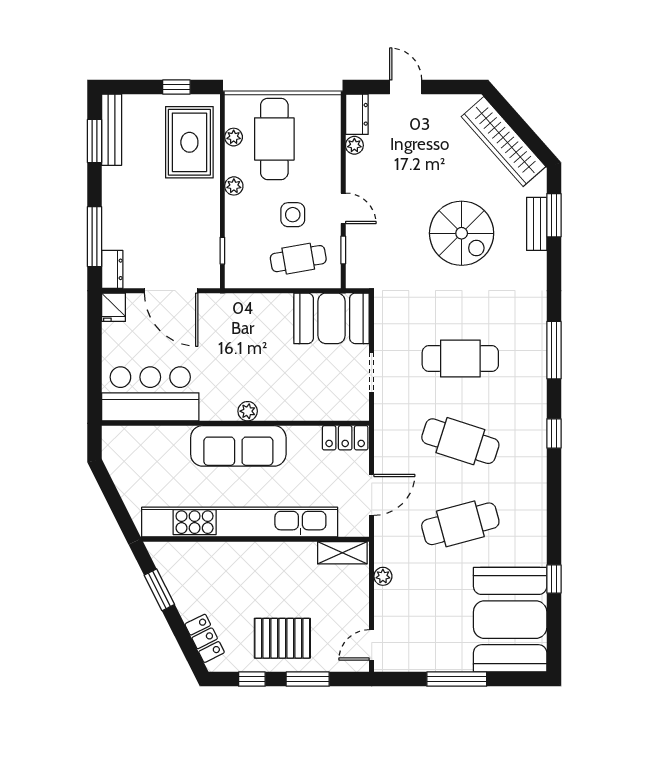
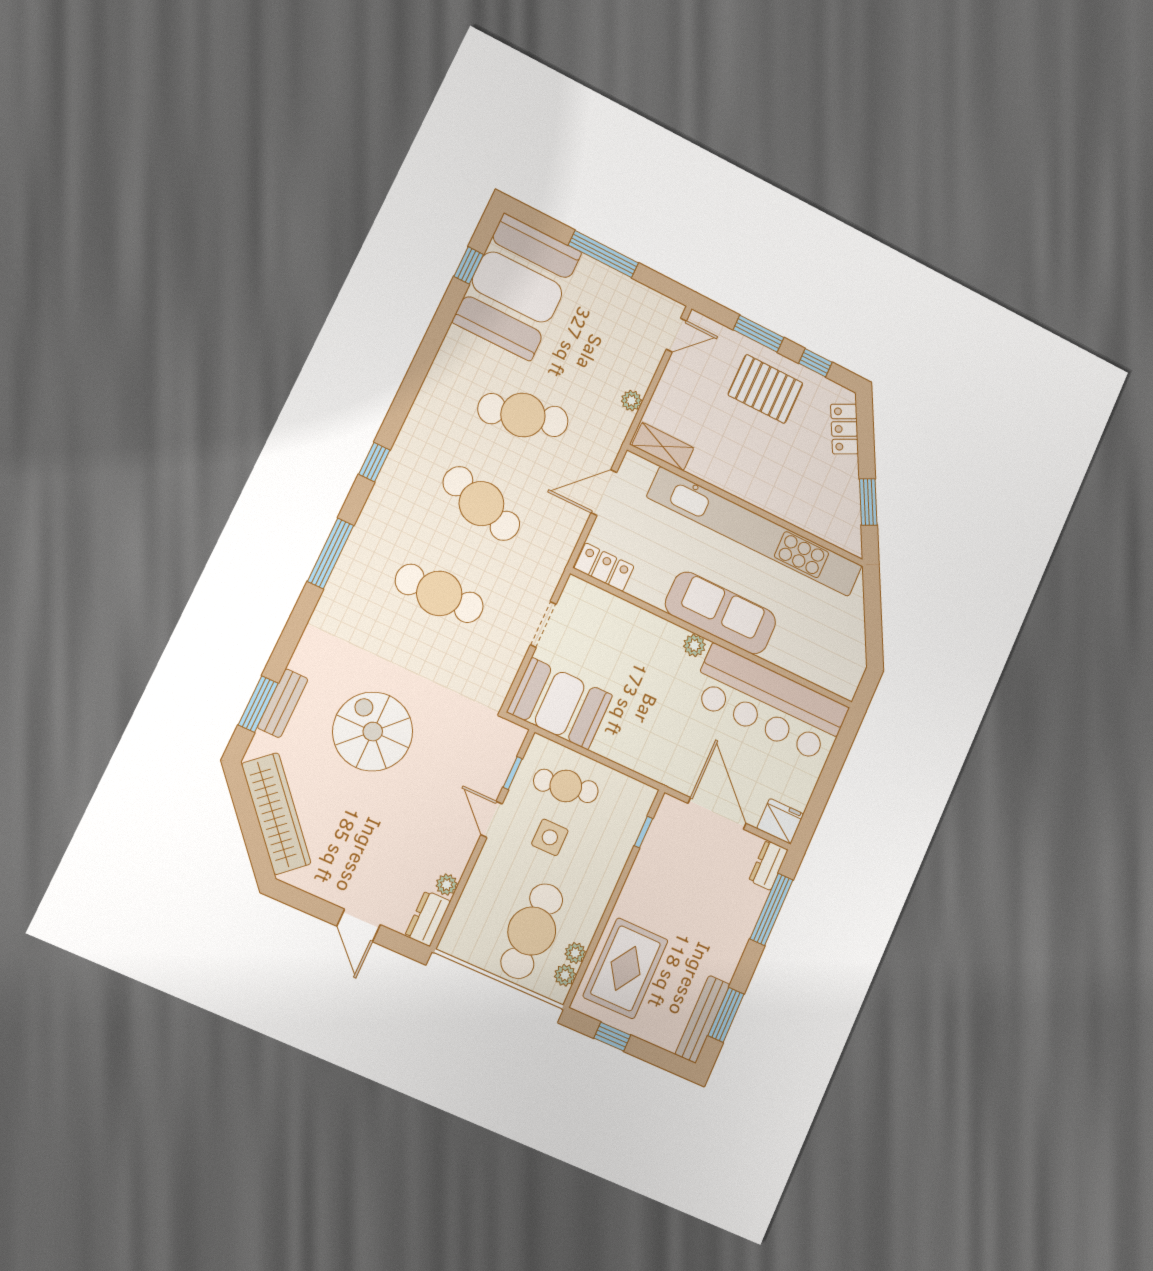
plant: (234, 186) -> (565, 975), moved
fridge: (114, 307) -> (780, 821), width x1.38
bar counter: (150, 394) -> (769, 704), width x1.36
window: (554, 579) -> (469, 265), moved

